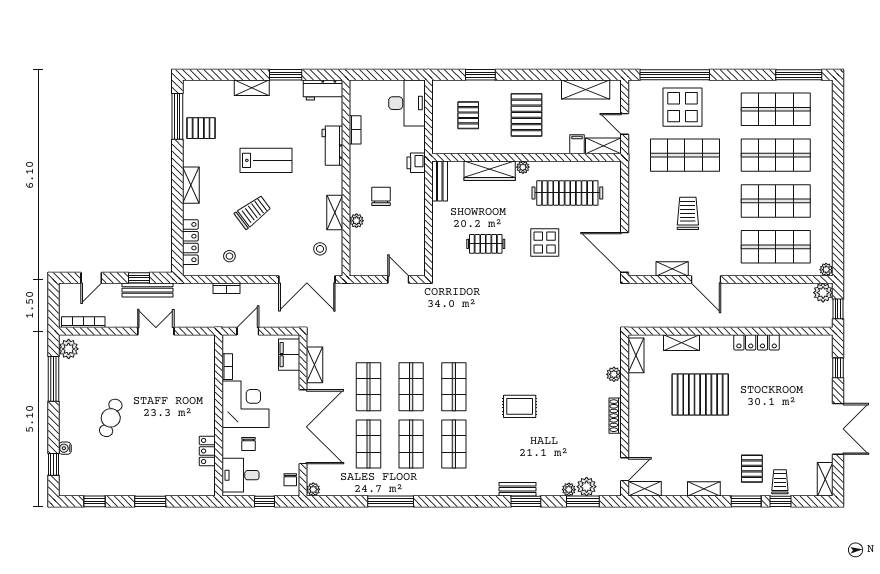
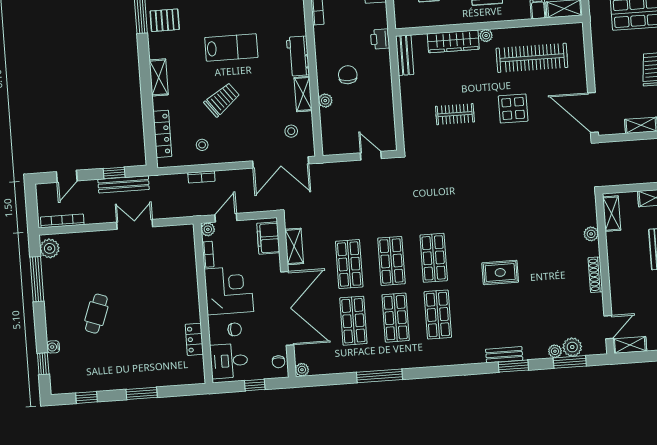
workbench: (332, 146) -> (298, 56), moved
plant: (229, 341) -> (208, 229), added
chair: (249, 444) -> (235, 329), turned -90

